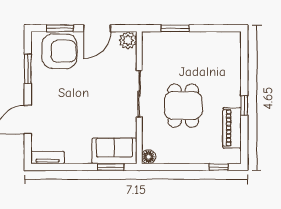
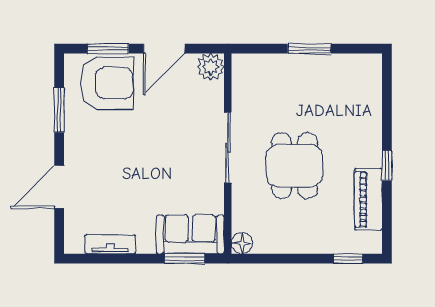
window: (175, 28) -> (309, 49), moved
tv unit: (48, 157) -> (110, 244), moved

